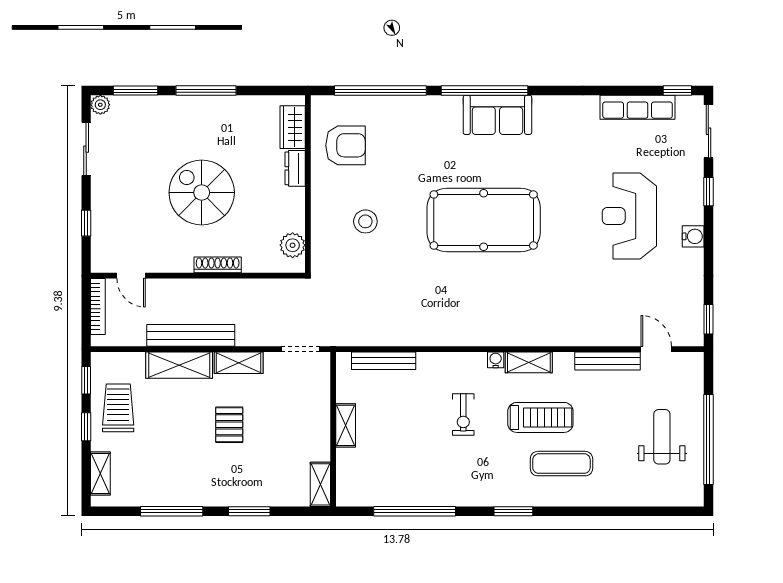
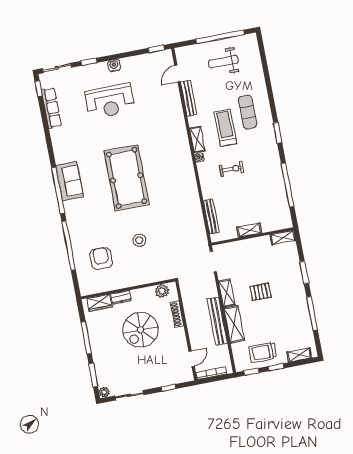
wardrobe: (293, 127) -> (100, 303), moved
dresser: (295, 168) -> (121, 297), moved
wall: (308, 184) -> (128, 289), moved
plant: (293, 245) -> (162, 291), moved

